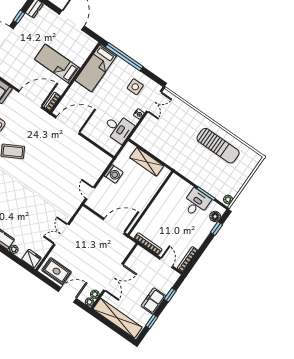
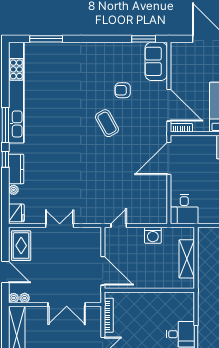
door: (68, 125) -> (169, 158), swing flipped
desk: (118, 128) -> (184, 209), moved
double door: (113, 277) -> (67, 304), moved

